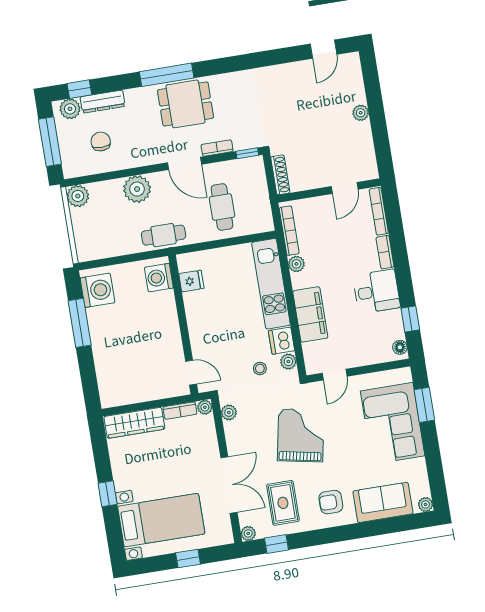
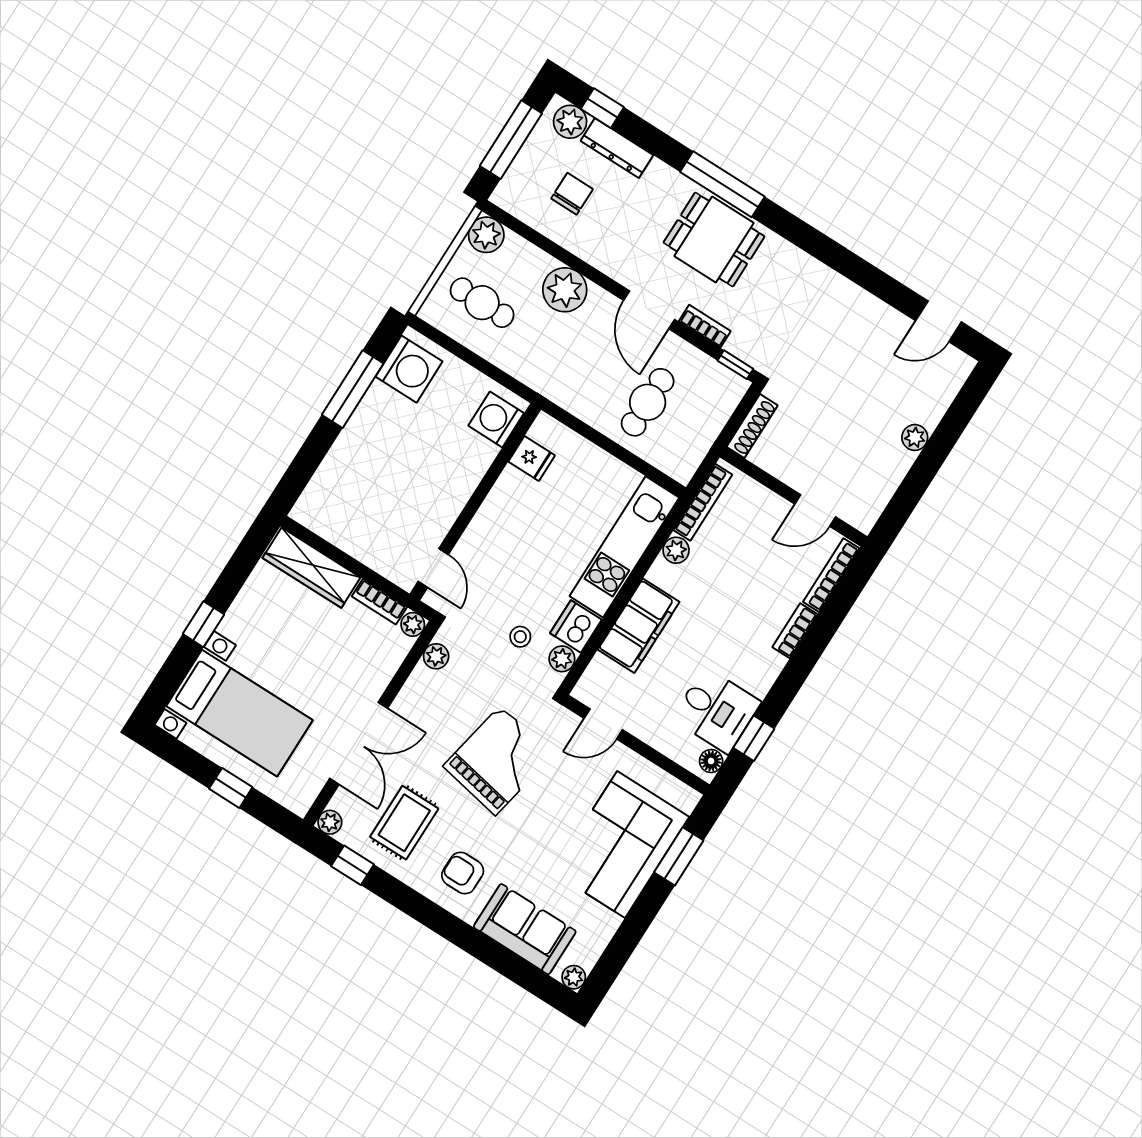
cafe table: (164, 235) -> (482, 303), moved
desk: (376, 291) -> (716, 710), moved

